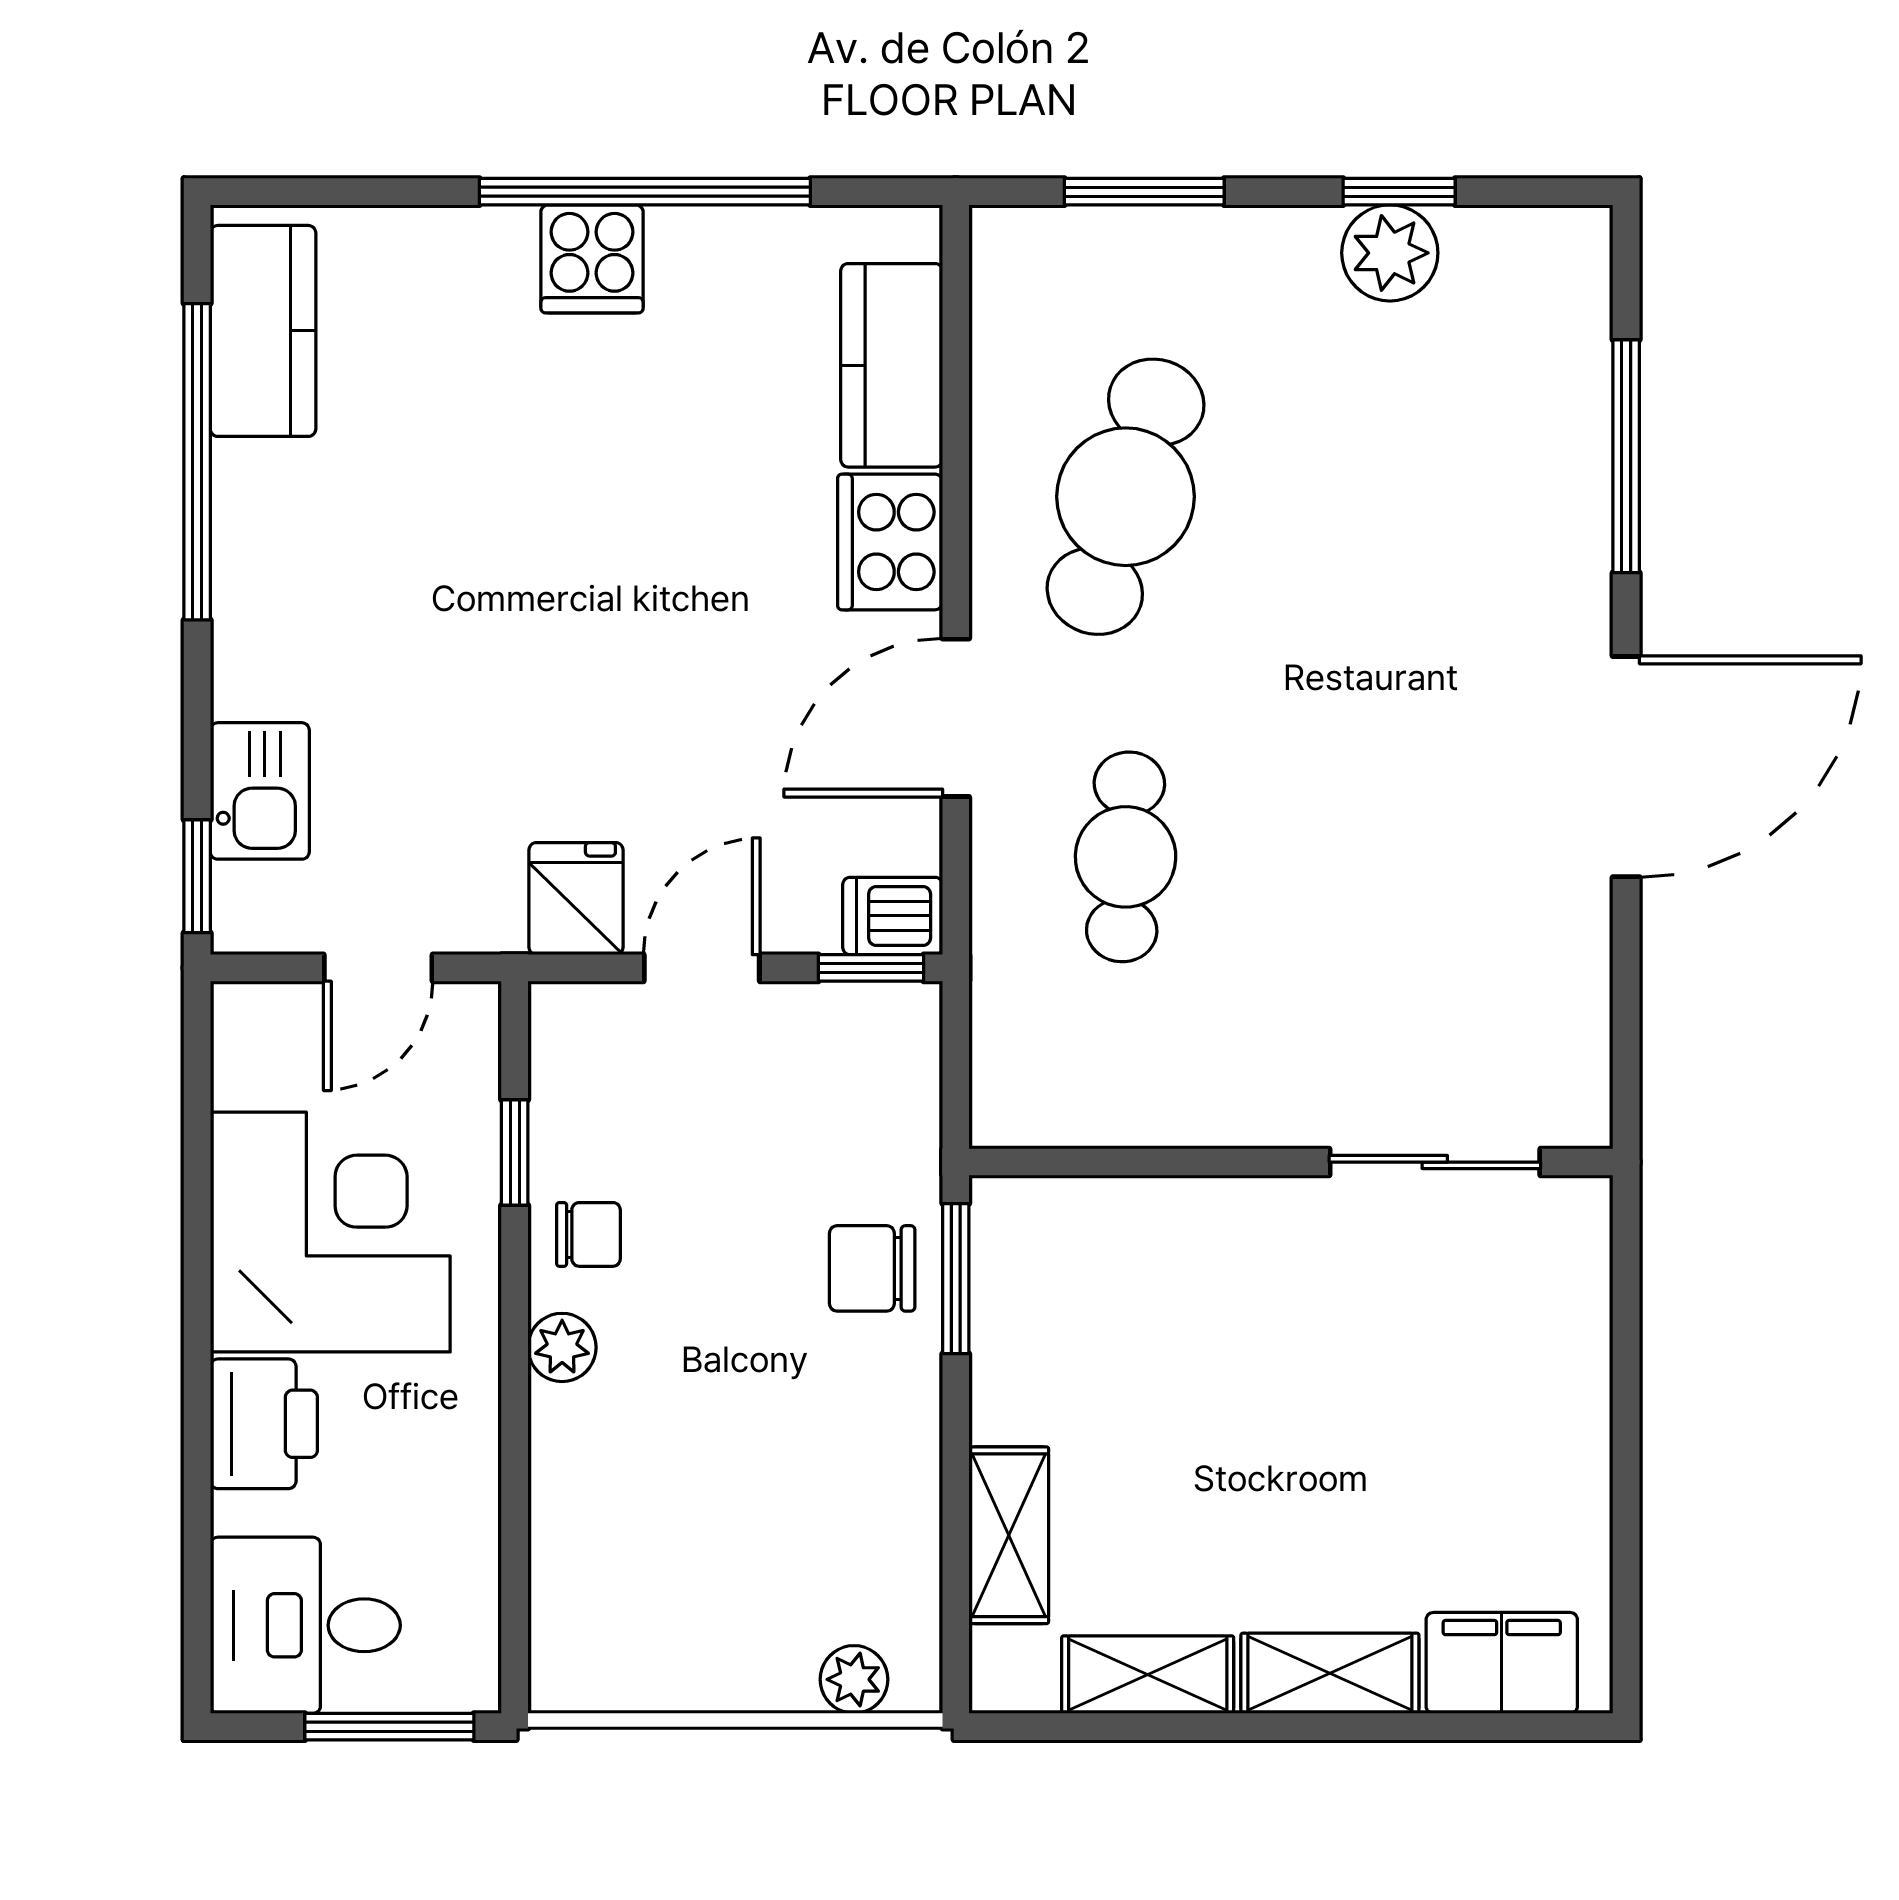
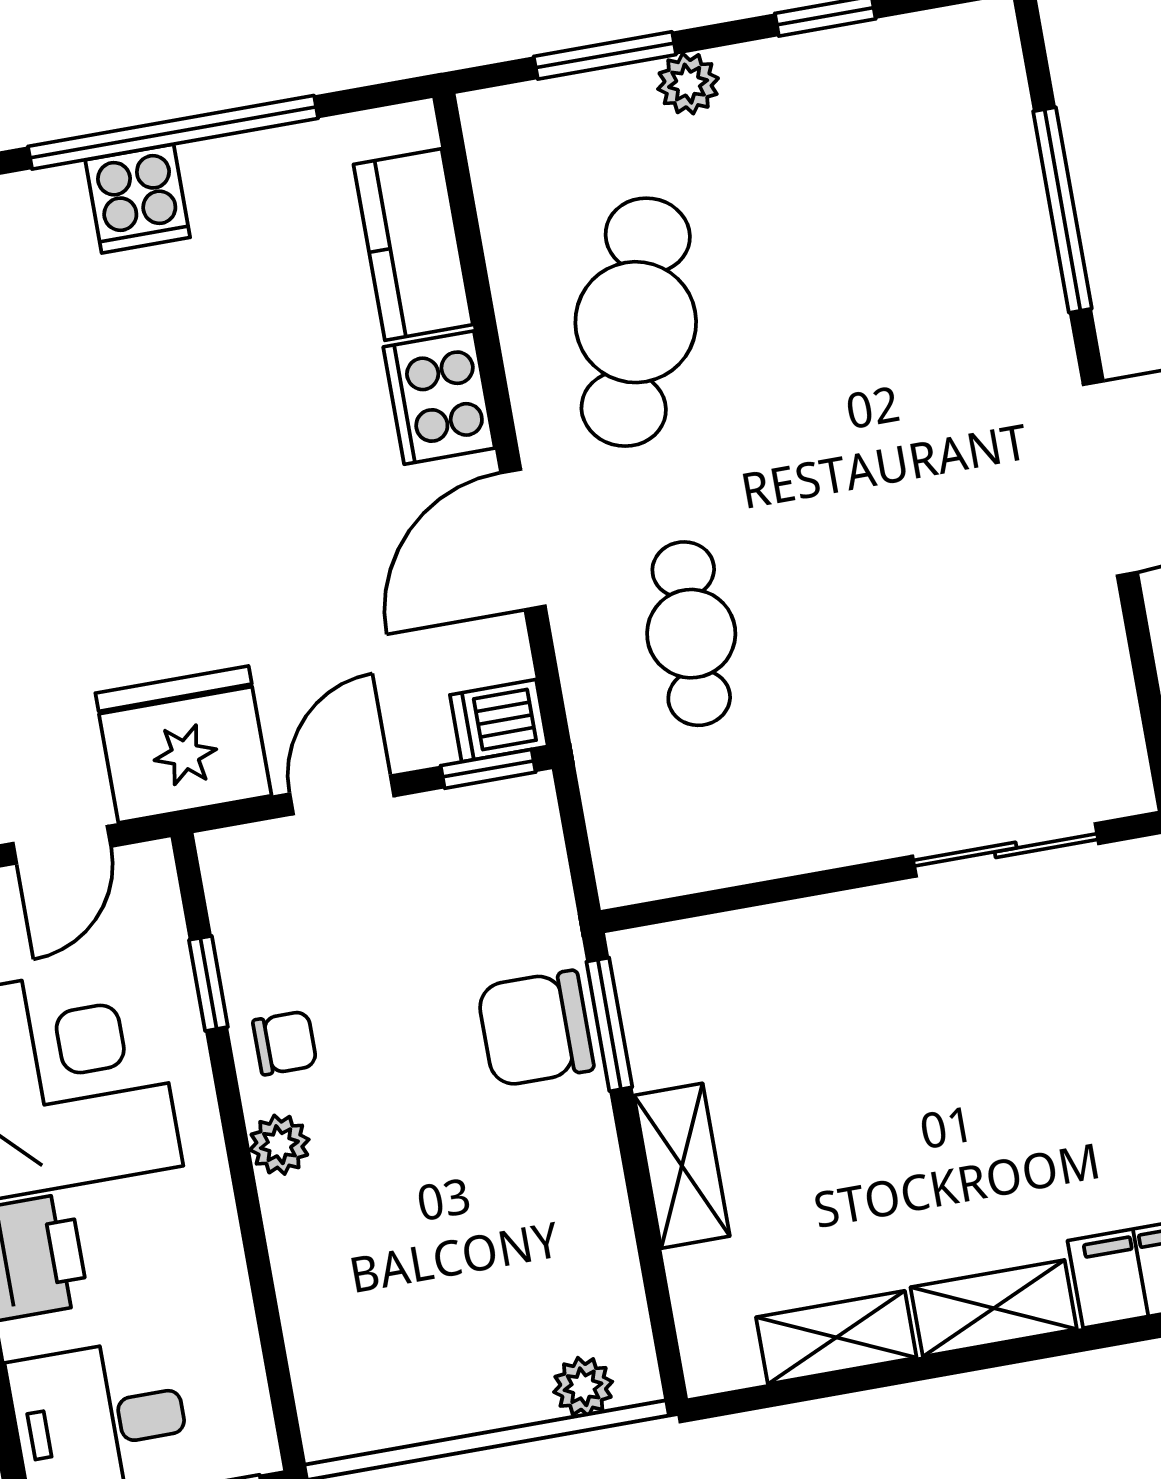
plant: (1390, 253) -> (688, 84), moved, width x0.73, depth x0.73
fridge: (576, 899) -> (183, 744), width x1.88, depth x1.34
chair: (872, 1268) -> (535, 1029), width x1.37, depth x1.37
shelving: (1009, 1535) -> (682, 1166), moved

